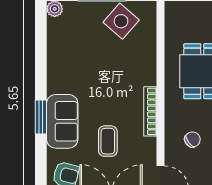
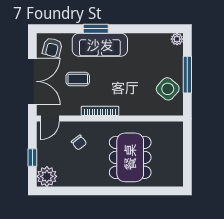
sofa: (62, 121) -> (100, 45), width x1.36

